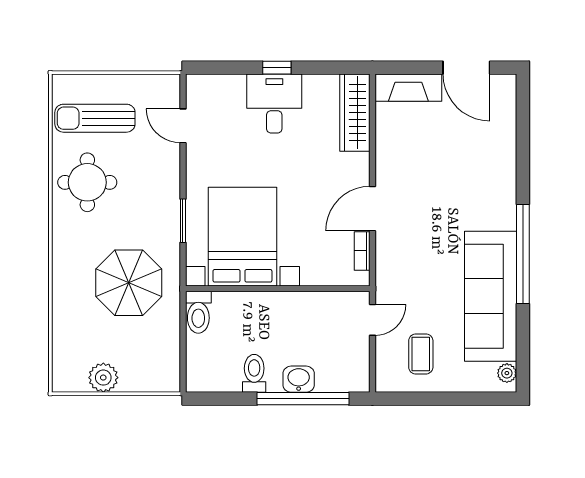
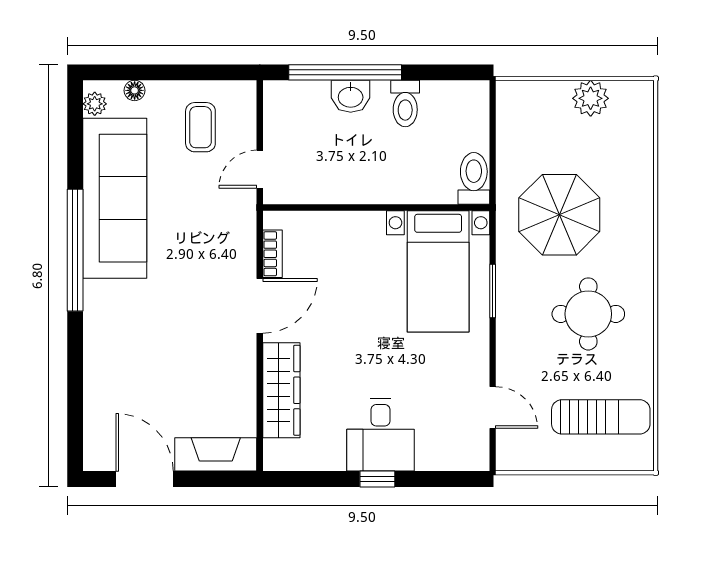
wardrobe: (355, 113) -> (281, 390), moved
round table: (87, 182) -> (588, 314), moved
bed with nightstands: (242, 237) -> (438, 271), width x0.73
floor lamp: (474, 384) -> (135, 90), added

